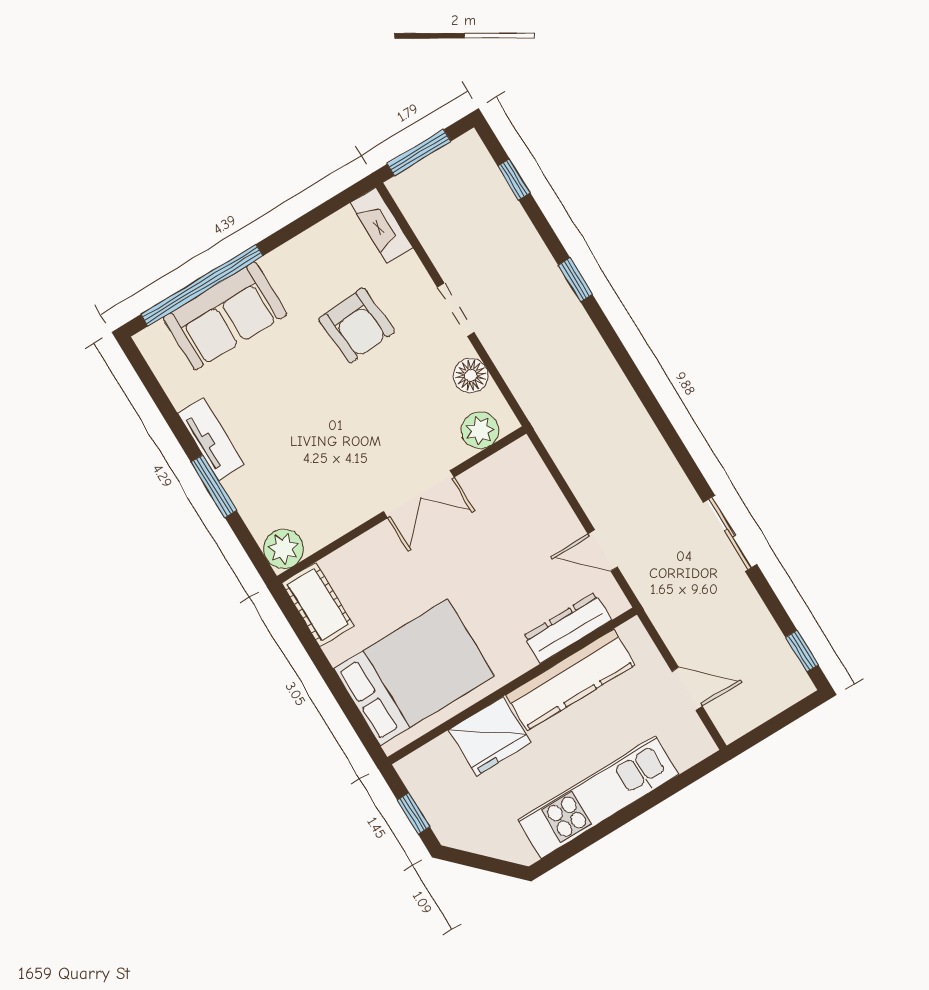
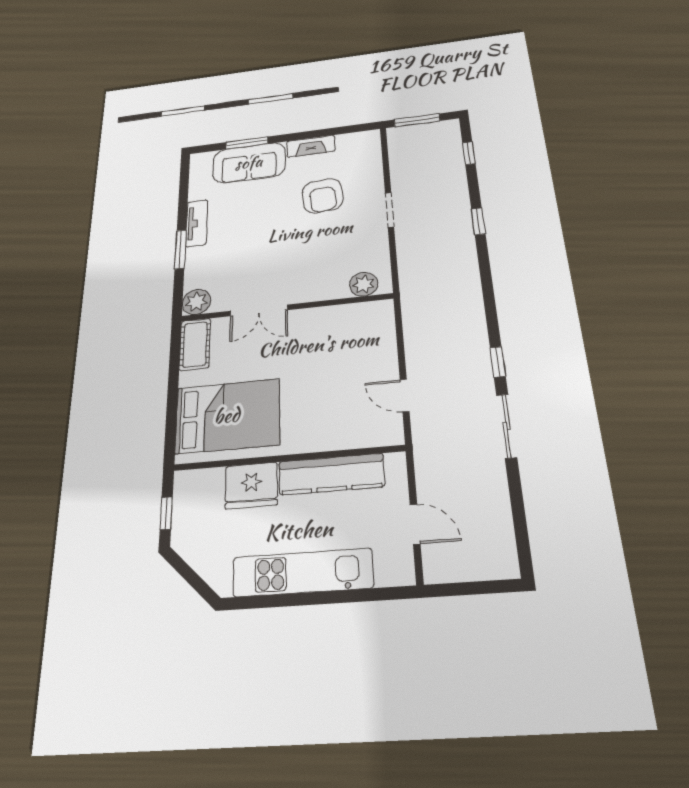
fireplace: (382, 225) -> (311, 146), moved, turned -90
window: (202, 285) -> (247, 143), width x0.47
floor lamp: (471, 376) -> (377, 250), removed
double door: (419, 494) -> (259, 310), moved
dresser: (568, 628) -> (350, 437), removed
window: (802, 651) -> (498, 362), moved

